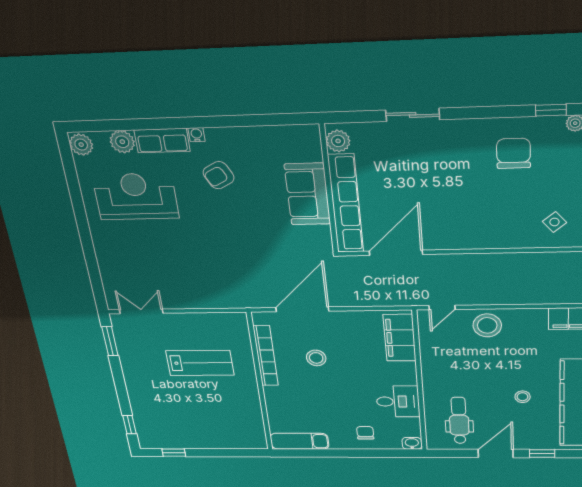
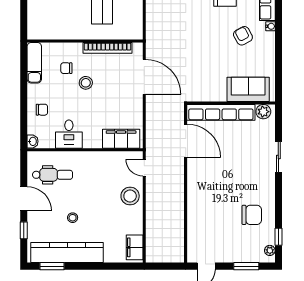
sofa: (307, 194) -> (248, 89), moved
side table: (554, 222) -> (205, 239), removed
stool: (316, 358) -> (86, 83), moved
chair: (302, 405) -> (66, 68), added

